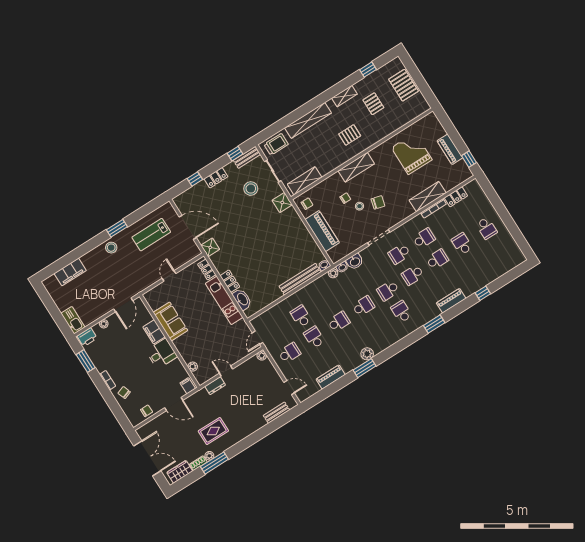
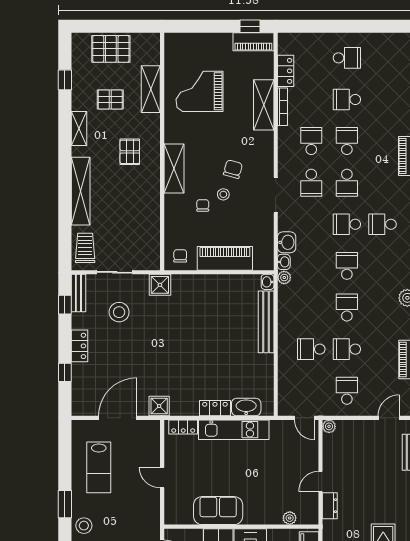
piano: (450, 149) -> (253, 42), moved
shelving: (305, 181) -> (151, 89), moved
school desk: (388, 291) -> (347, 224), turned 90

